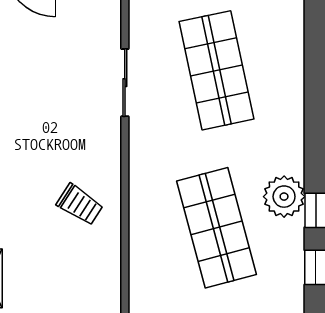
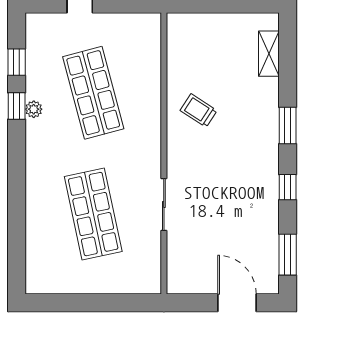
plant: (284, 197) -> (34, 109), width x0.53, depth x0.53

